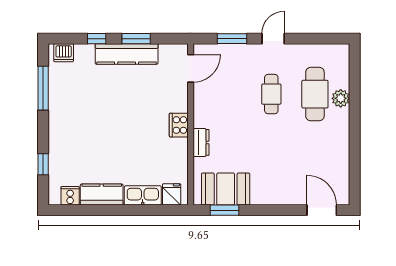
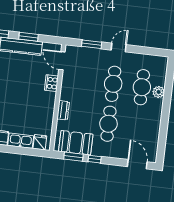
door: (191, 68) -> (62, 61), swing flipped
cafe table: (271, 94) -> (113, 84), width x1.37, depth x1.35
cooker: (179, 125) -> (51, 83), moved
cafe table: (271, 155) -> (108, 124), added
window: (257, 210) -> (95, 159), added

